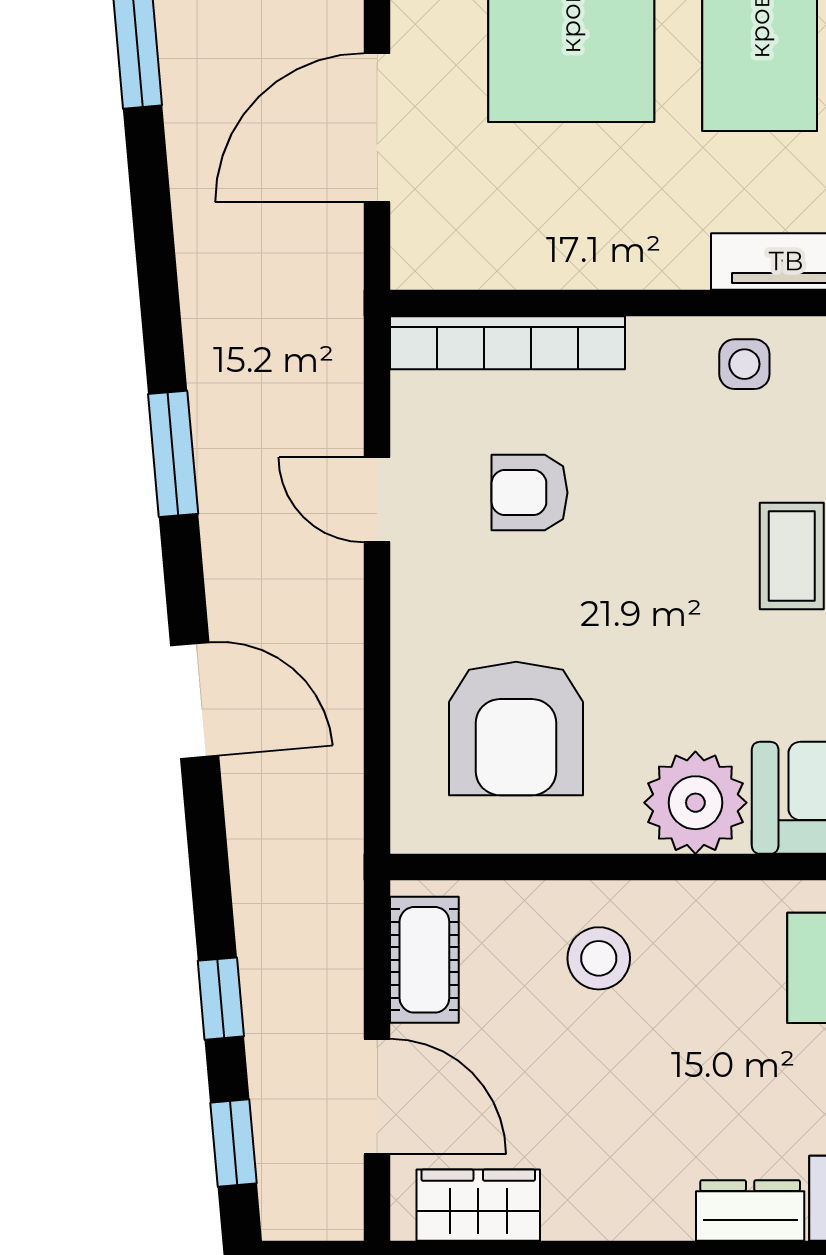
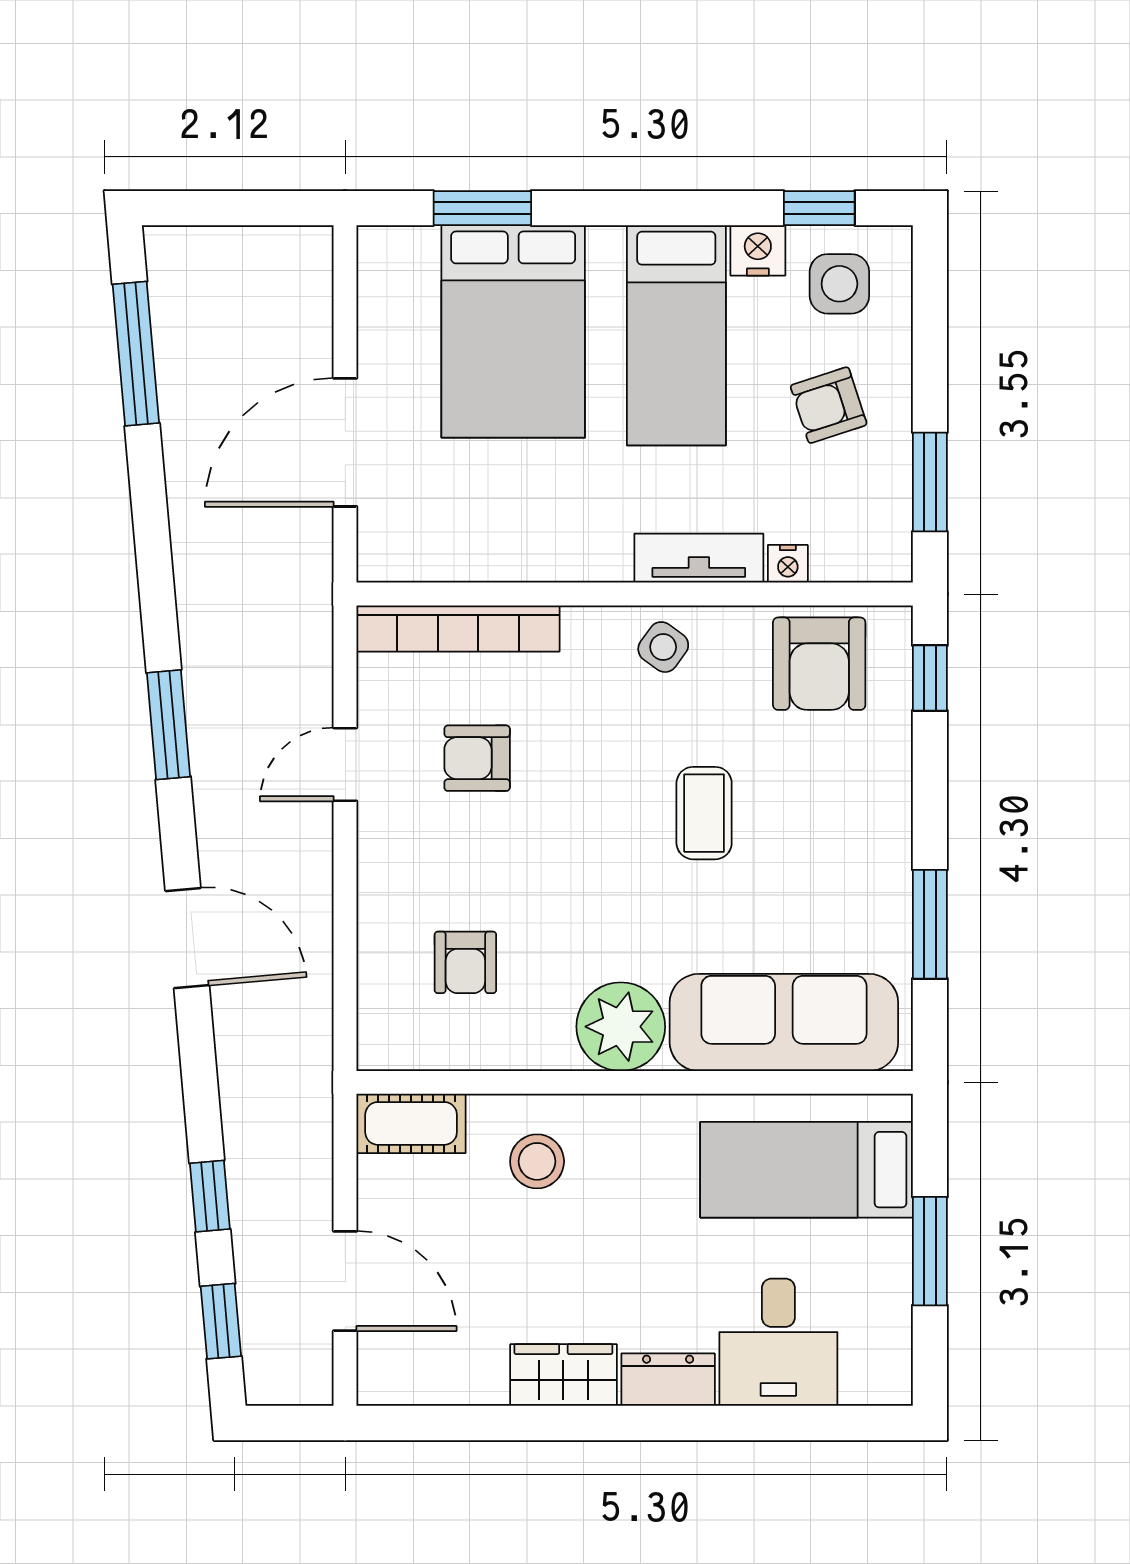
side table: (744, 364) -> (663, 647), turned 36
door: (377, 500) -> (345, 764), hinge flipped
armchair: (516, 728) -> (465, 962), width x0.53, depth x0.53
cot: (424, 960) -> (411, 1123), moved, turned 90
wardrobe: (478, 1205) -> (563, 1375), moved

